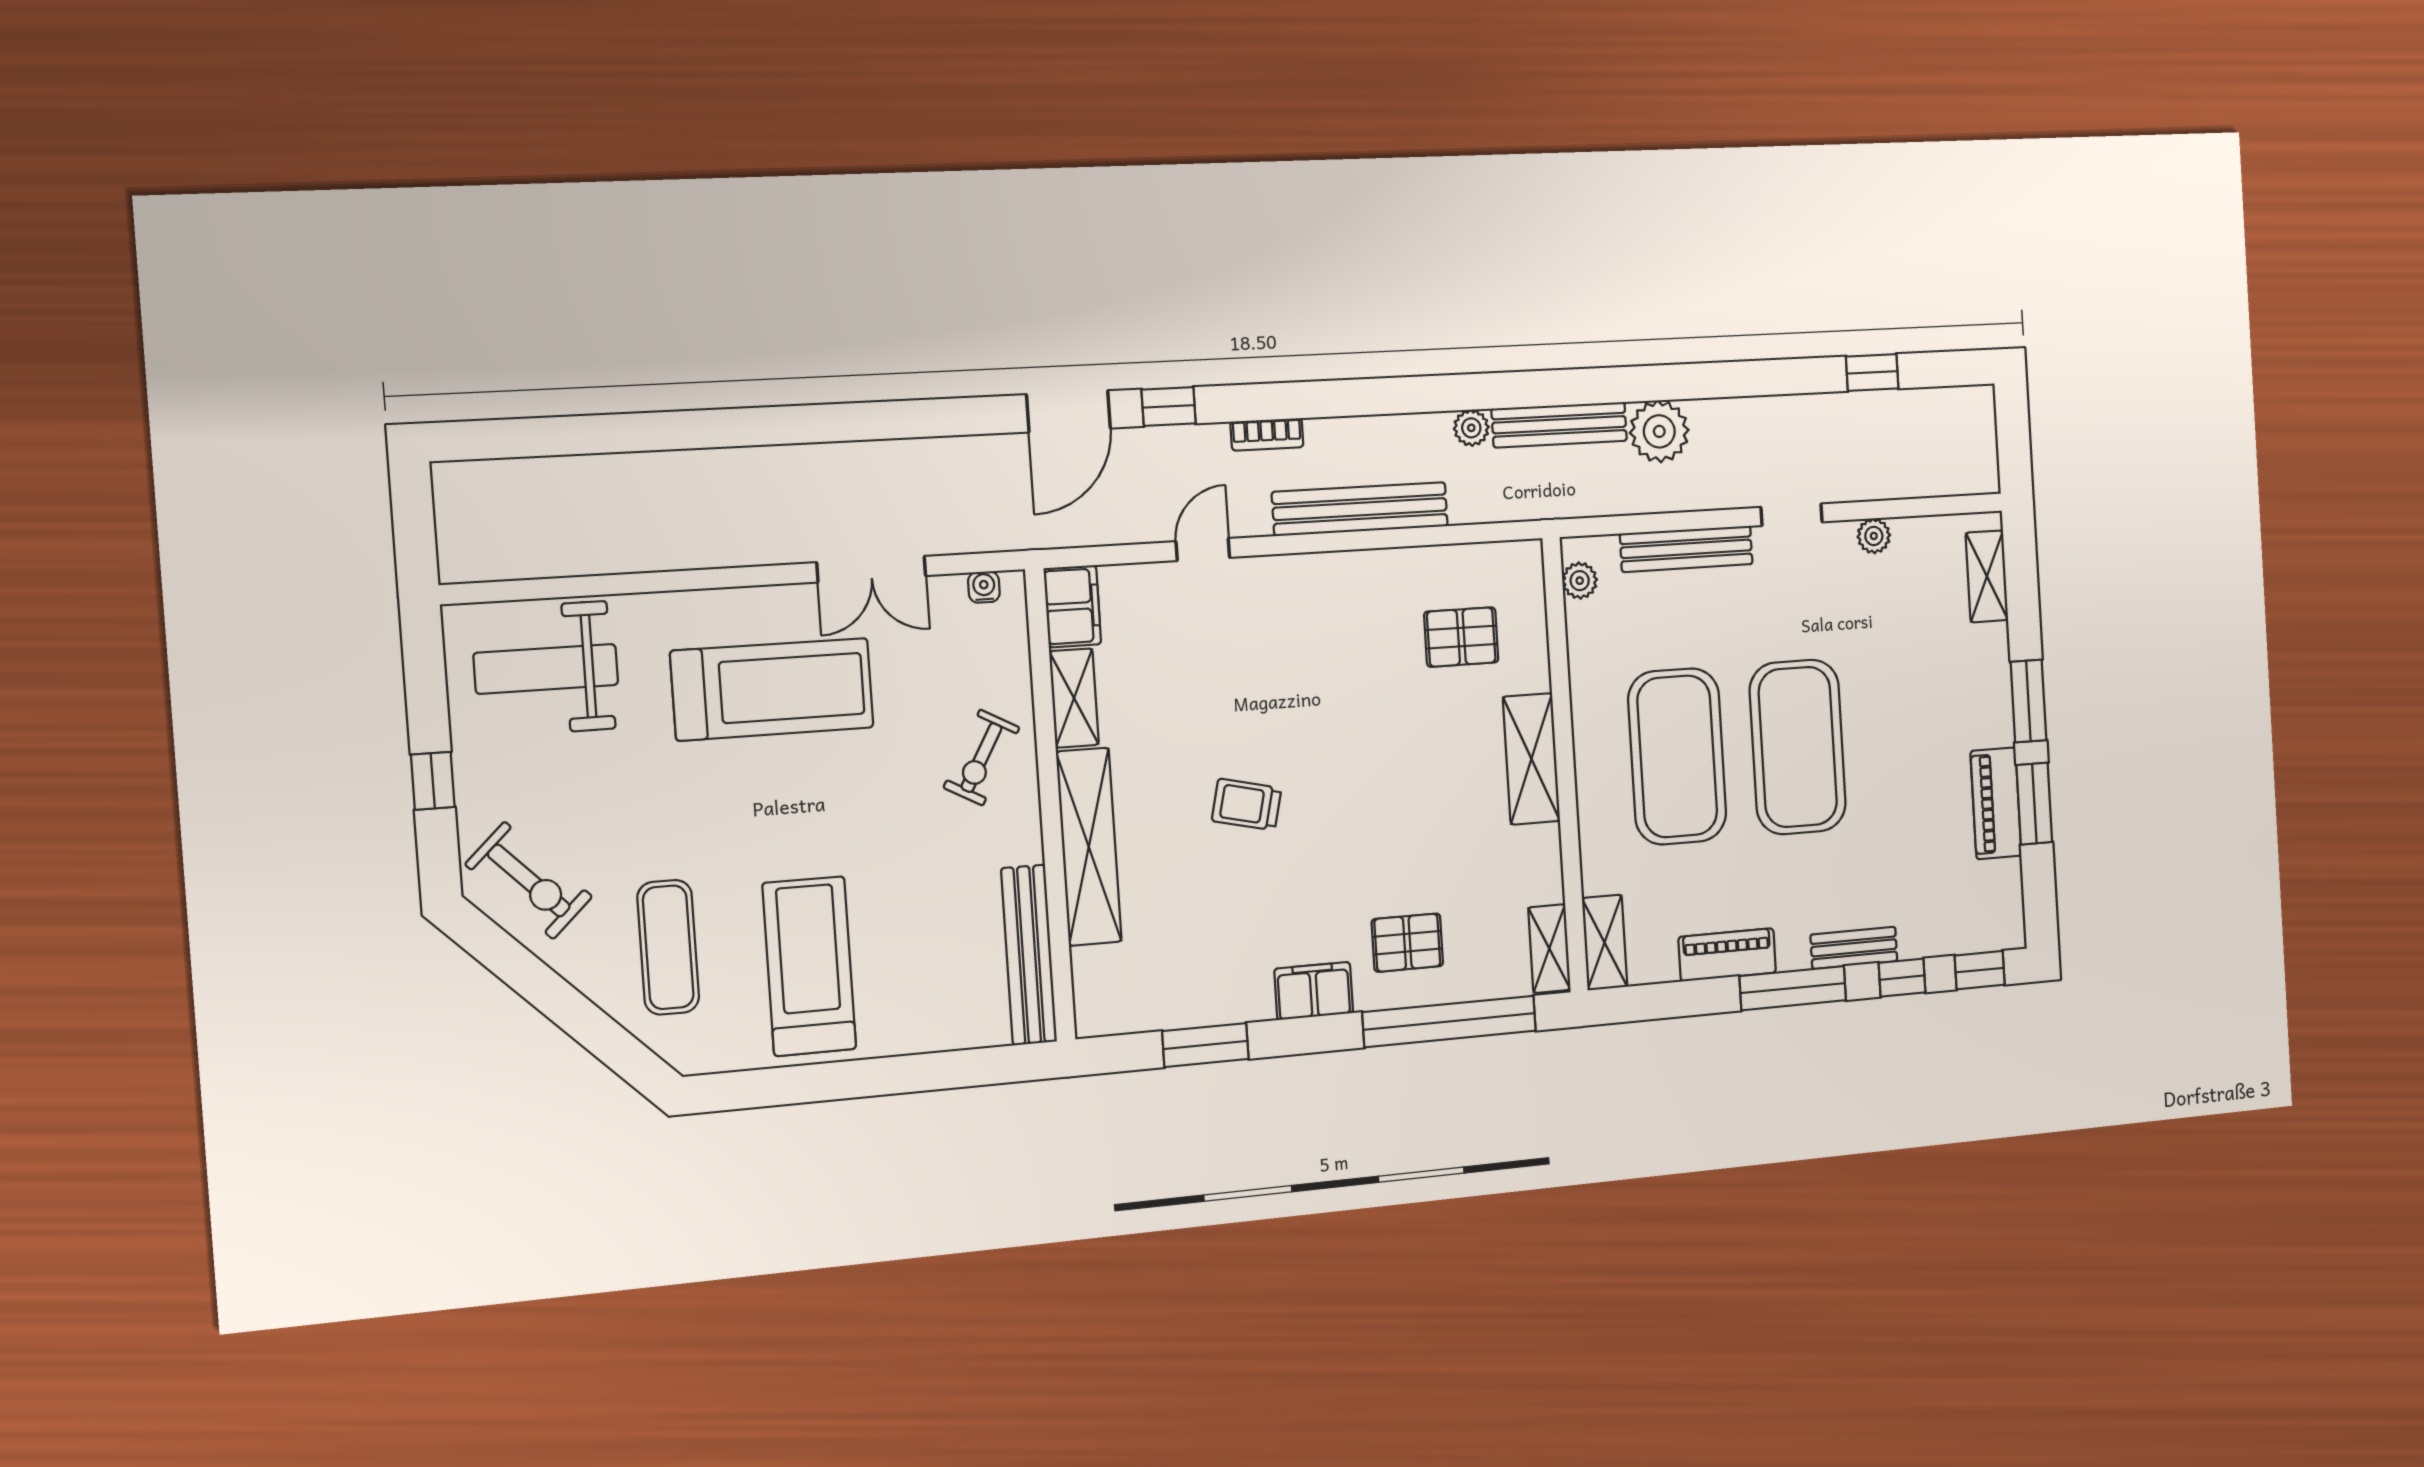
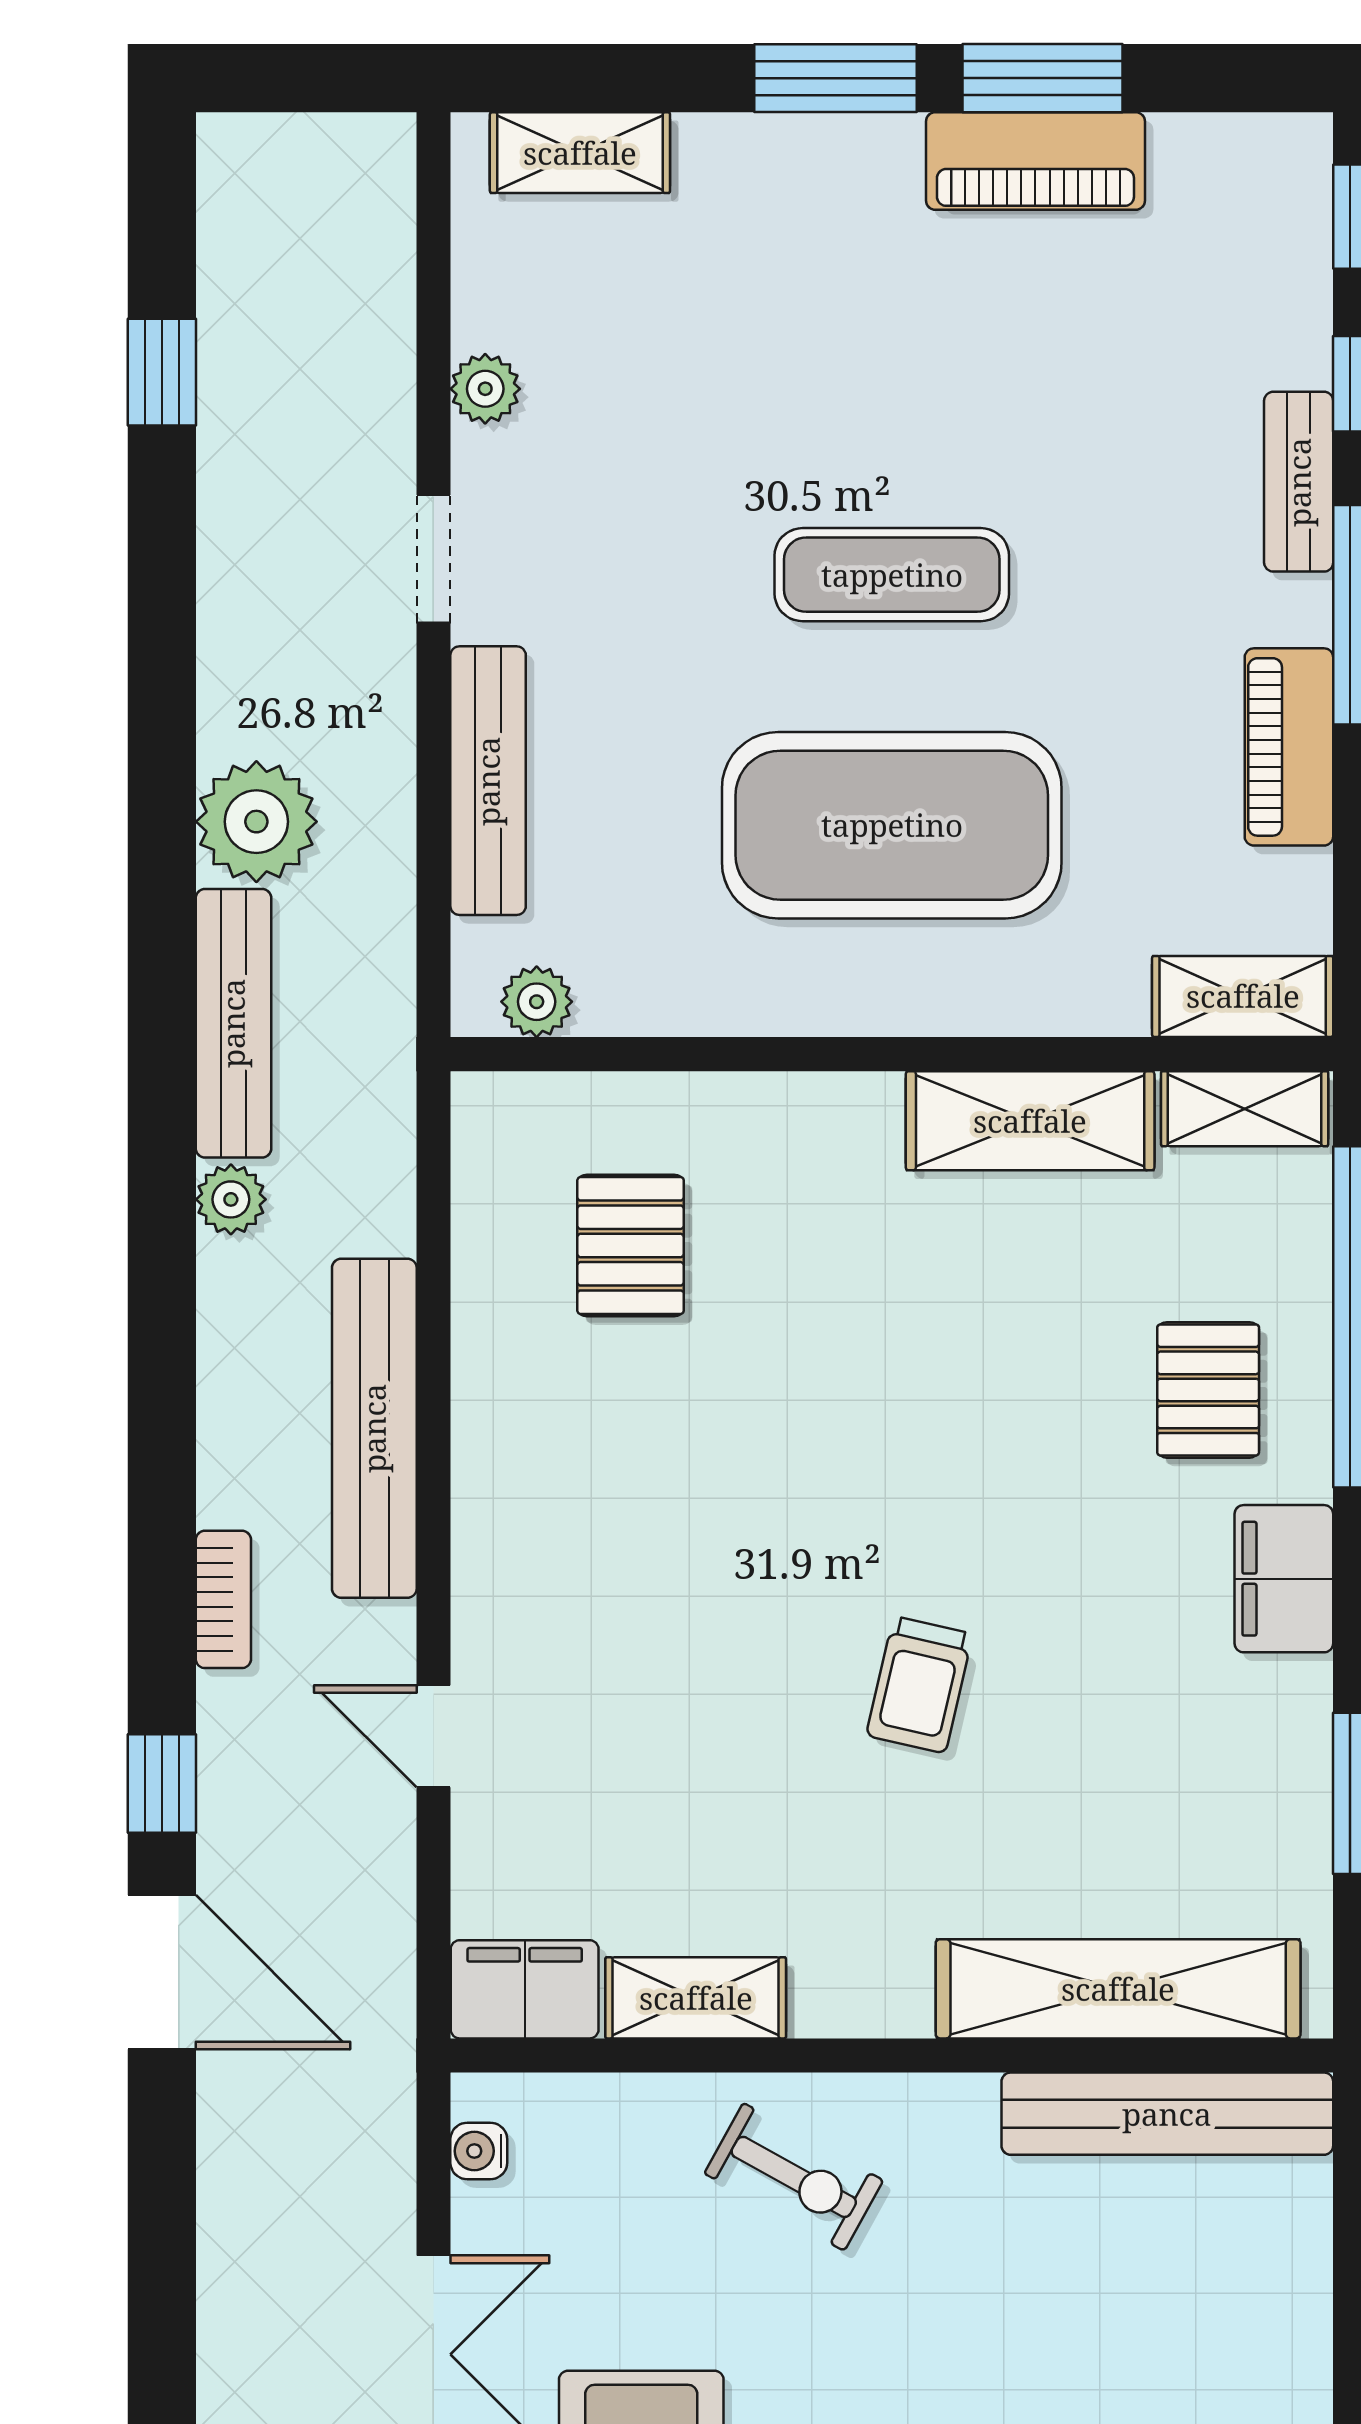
exercise mat: (1798, 747) -> (892, 575), width x0.50, depth x0.69
shelving: (1531, 759) -> (1030, 1121), moved
shelving: (1089, 847) -> (1118, 1989), moved

